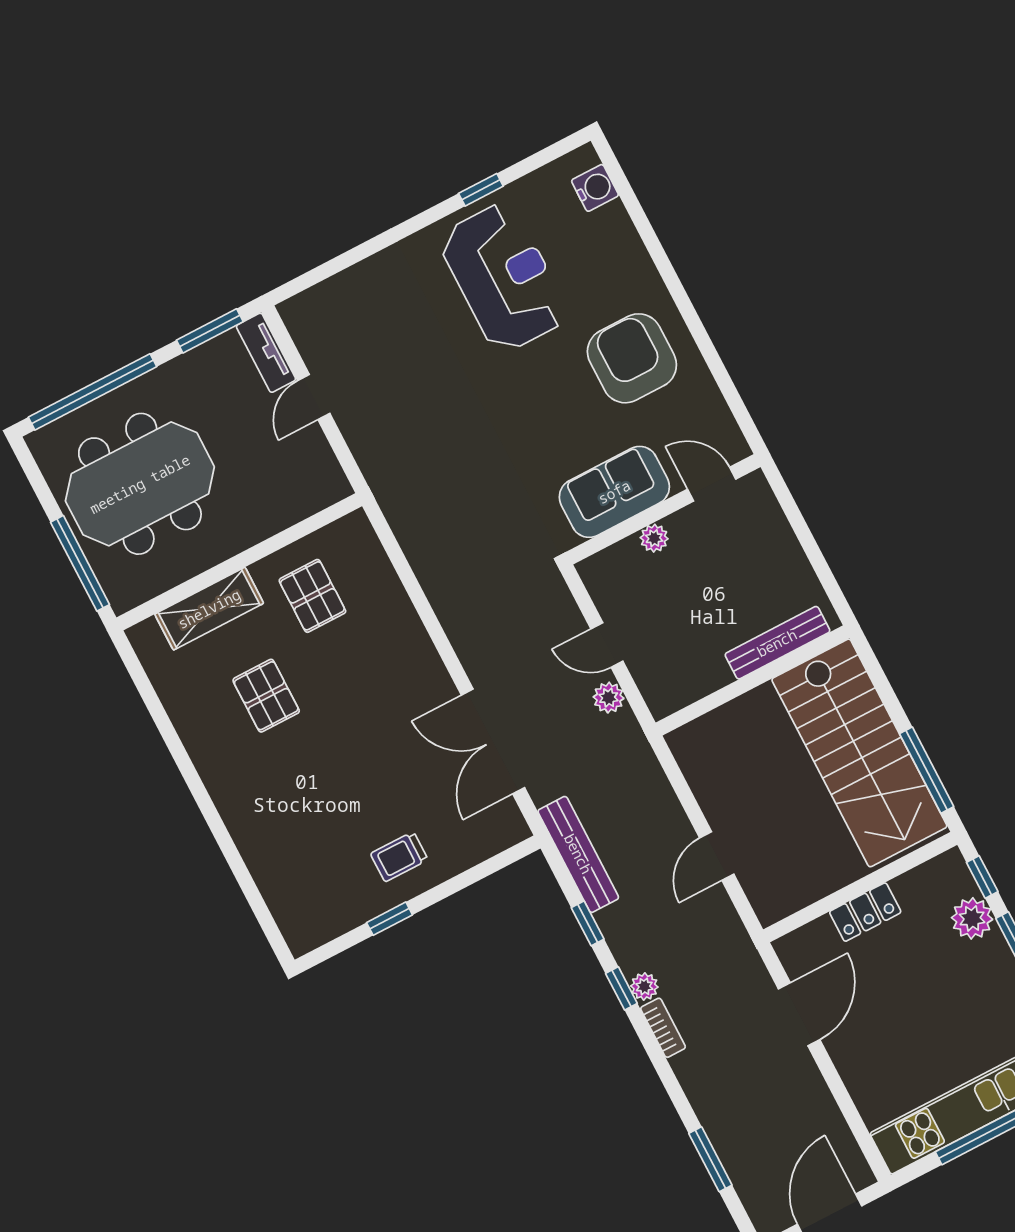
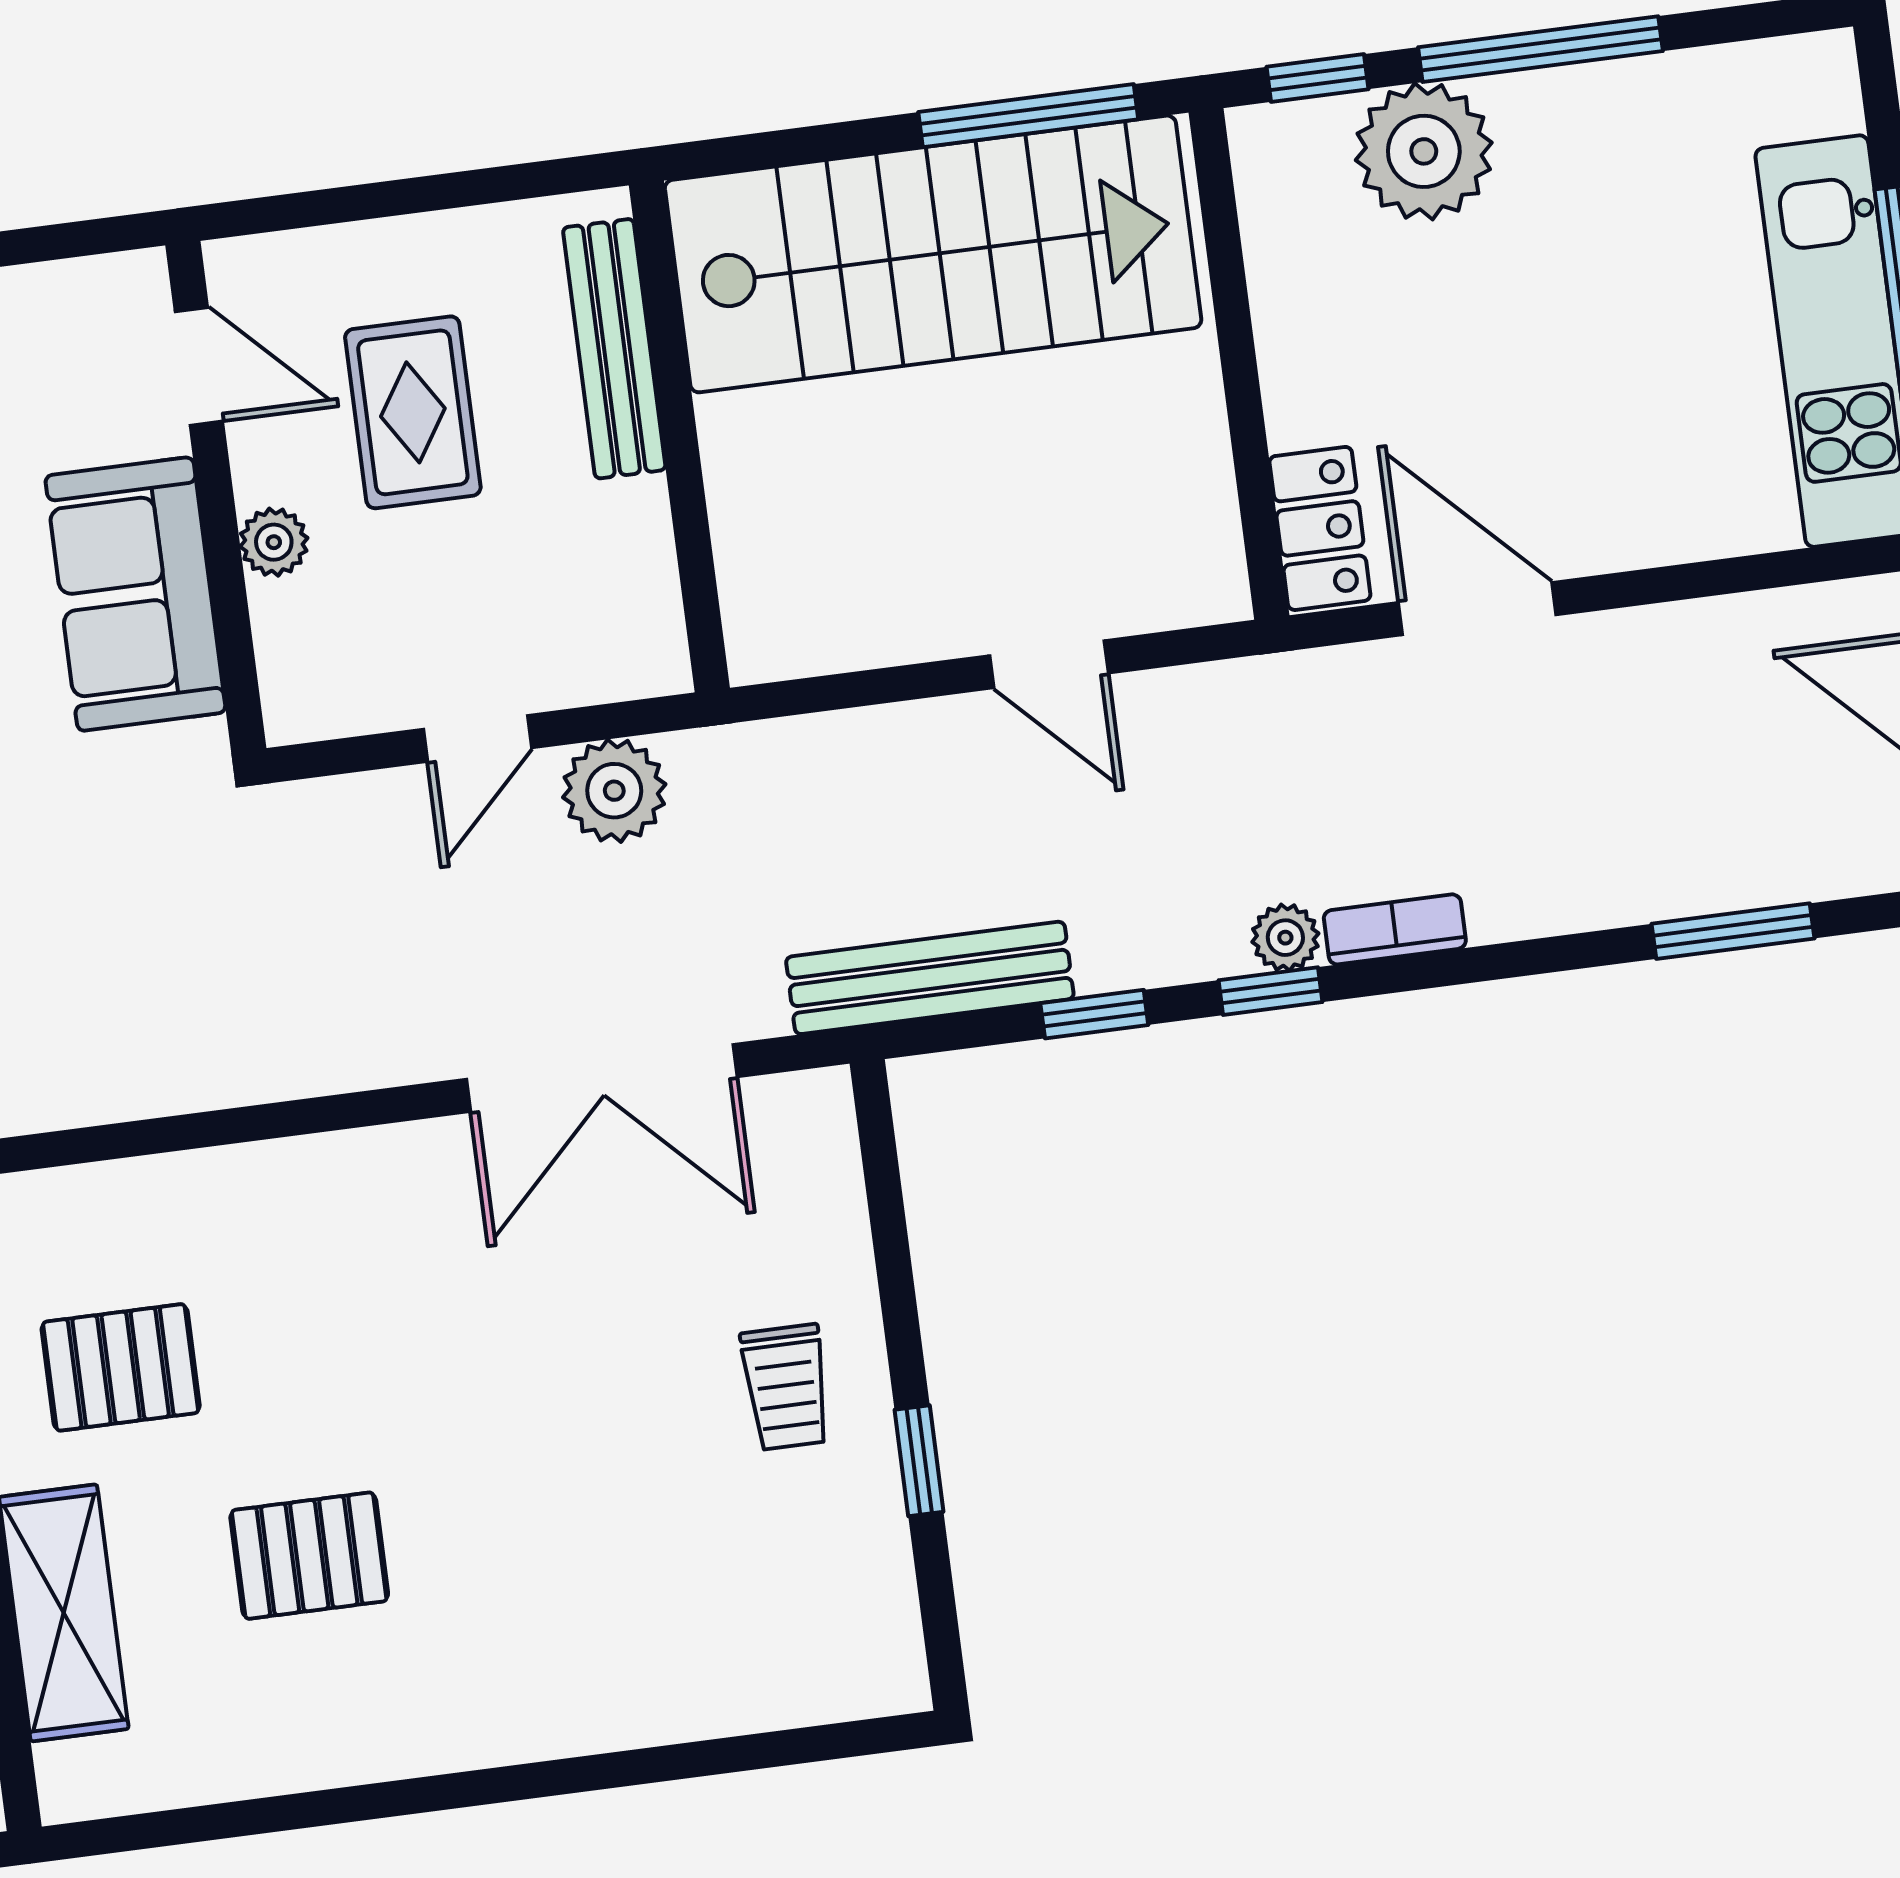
door: (712, 484) -> (199, 366), swing flipped
rug: (724, 574) -> (413, 412), added
plant: (609, 698) -> (614, 791), width x1.38, depth x1.38
locker: (865, 912) -> (1320, 528), moved
plant: (972, 918) -> (1424, 151), width x1.36, depth x1.36

